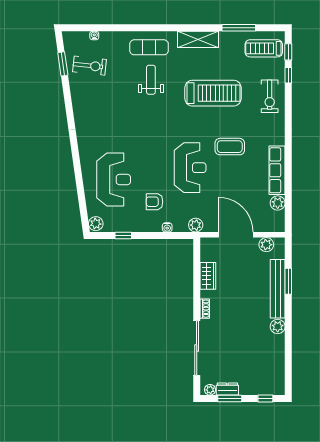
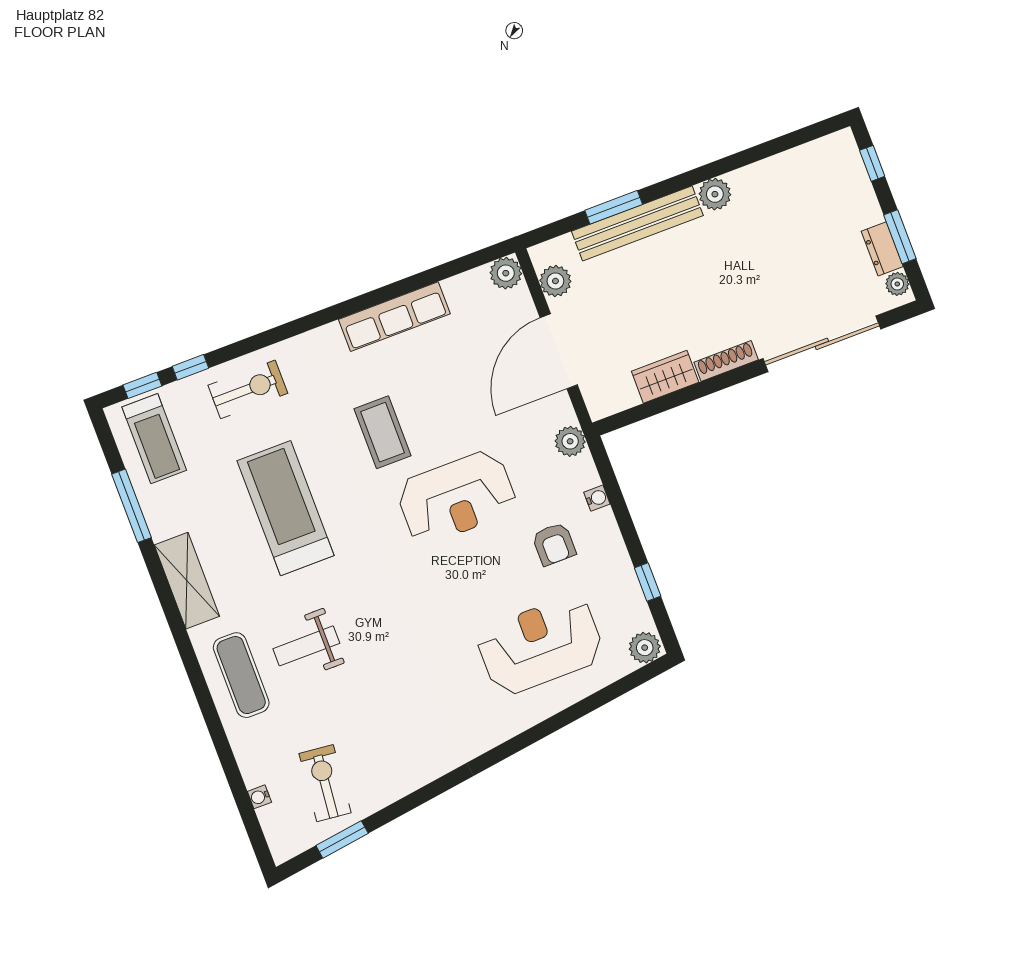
reception desk: (190, 168) -> (456, 497), turned 180
plant: (278, 203) -> (506, 273), moved
shoe rack: (205, 309) -> (726, 361), width x1.43

